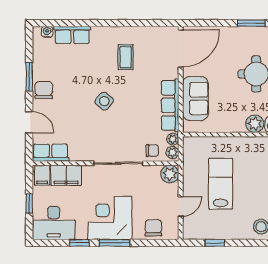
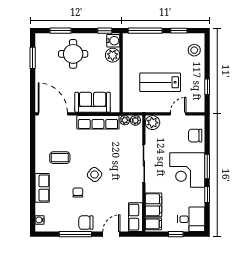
row of seats: (72, 35) -> (42, 188), moved
window: (29, 77) -> (75, 234), width x1.44
chair: (152, 150) -> (78, 192), moved
door: (181, 206) -> (178, 114), hinge flipped
desk: (54, 223) -> (191, 219), width x0.73

